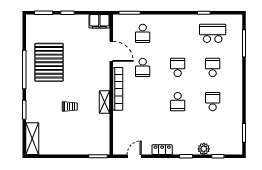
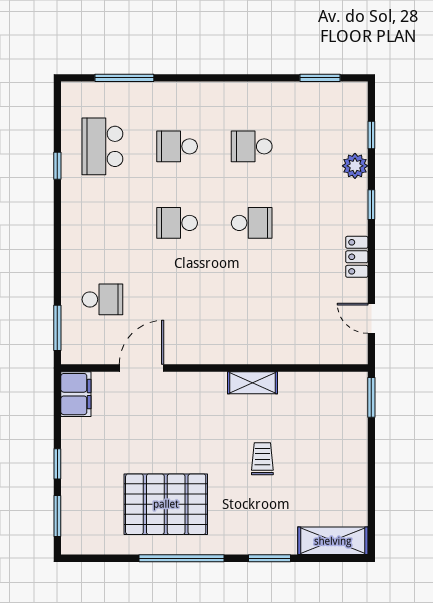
school desk: (143, 67) -> (177, 299), removed
bookcase: (118, 89) -> (224, 354), removed

